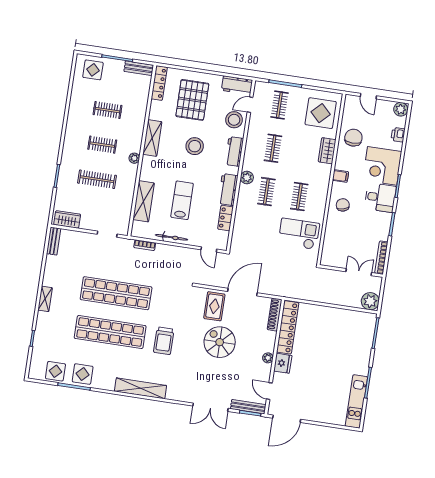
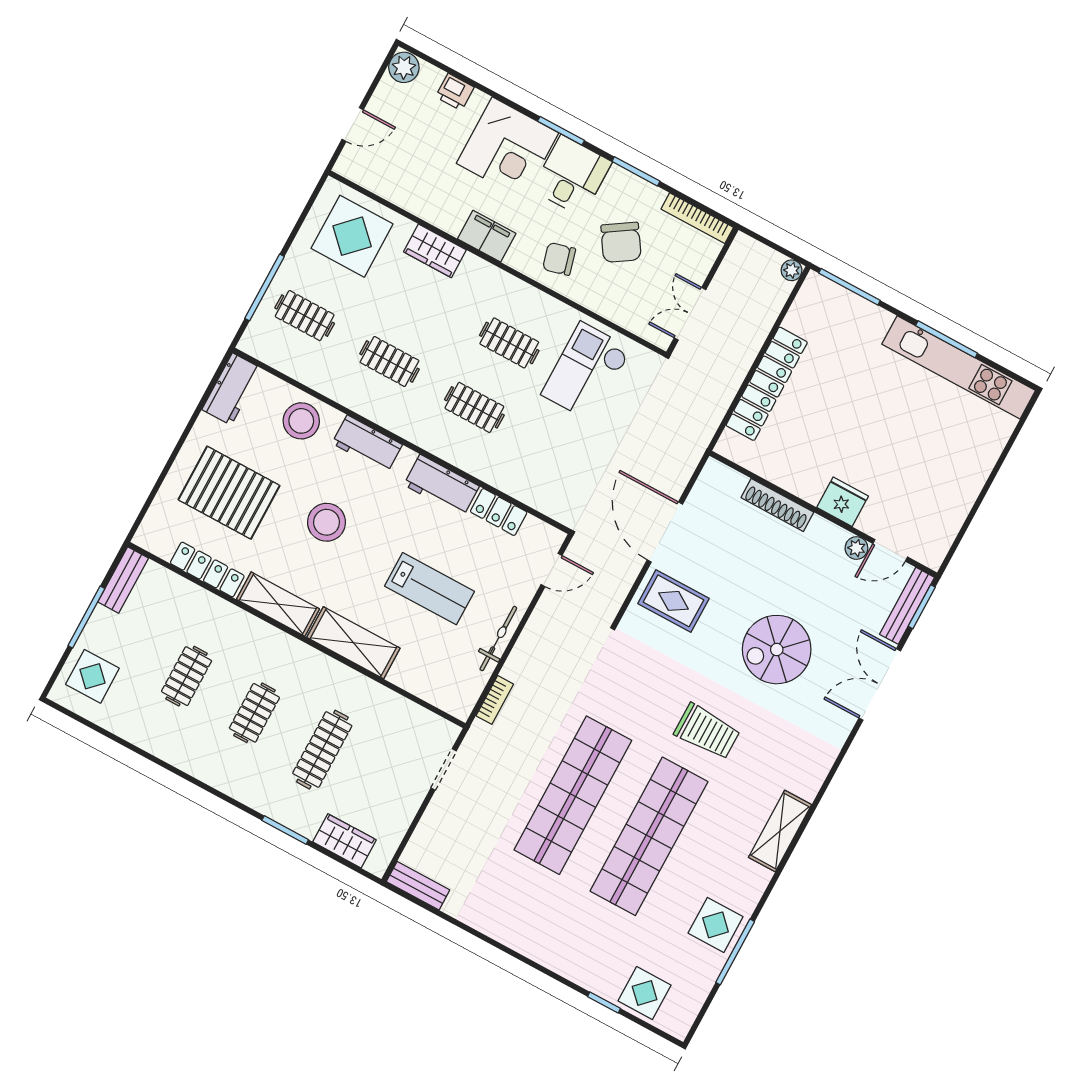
locker: (159, 83) -> (207, 569), moved
door: (250, 105) -> (282, 376), removed
chair: (353, 138) -> (621, 242), moved, turned -123
plant: (134, 158) -> (306, 656), removed
filing cabinet: (341, 176) -> (487, 236), width x2.00
plant: (247, 177) -> (431, 437), removed
lab bench: (182, 200) -> (429, 589), turned 180
shelving: (144, 201) -> (353, 643), moved
wardrobe: (67, 219) -> (345, 841), moved, turned 90
double door: (359, 272) -> (690, 314), moved
shelving: (45, 299) -> (532, 946), removed
plant: (370, 301) -> (792, 270), width x0.53, depth x0.53
shoe rack: (275, 314) -> (777, 505), moved
locker: (288, 327) -> (767, 384), moved, turned 90
spiral stairs: (220, 342) -> (777, 650), moved
plant: (268, 358) -> (856, 548), moved
display table: (55, 371) -> (645, 993), moved
shelving: (141, 388) -> (780, 831), width x0.68
kitchen unit: (356, 401) -> (959, 367), width x1.36
double door: (210, 407) -> (880, 684), swing flipped
door: (287, 419) -> (961, 535), removed

